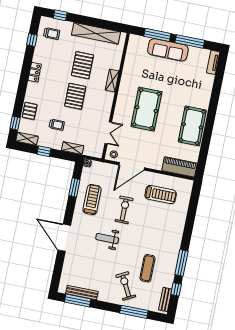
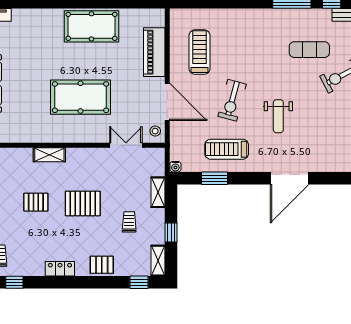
pallet: (82, 65) -> (36, 202), width x0.67, depth x0.71
pallet: (30, 111) -> (102, 265), moved
piano: (179, 167) -> (154, 52), moved
exercise bike: (124, 210) -> (232, 100), turned -75

